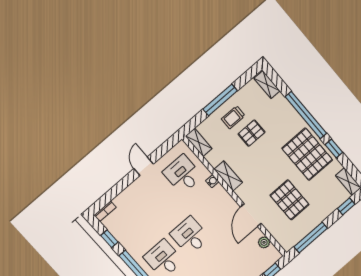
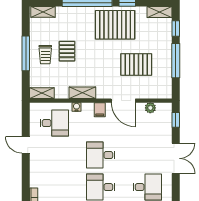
desk: (183, 174) -> (54, 123), turned 180
filing cabinet: (227, 202) -> (100, 110), added
window: (311, 238) -> (176, 61), moved

